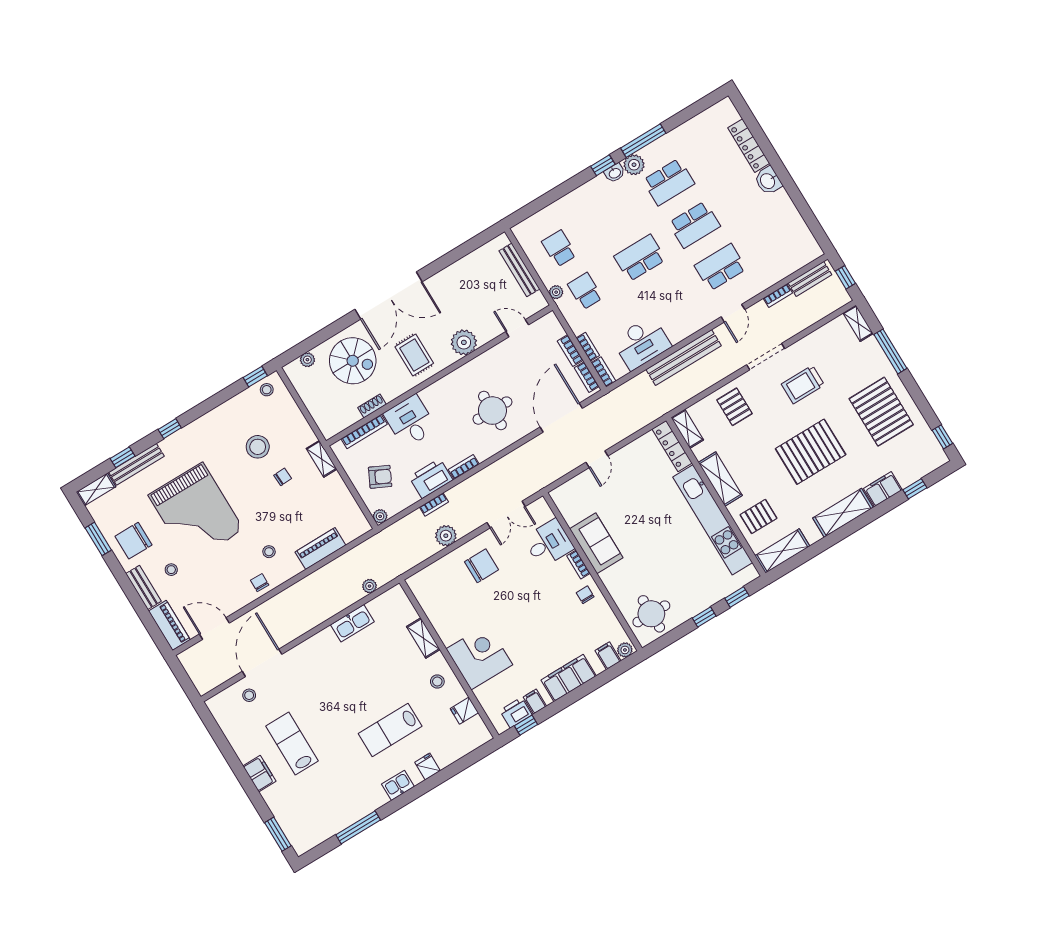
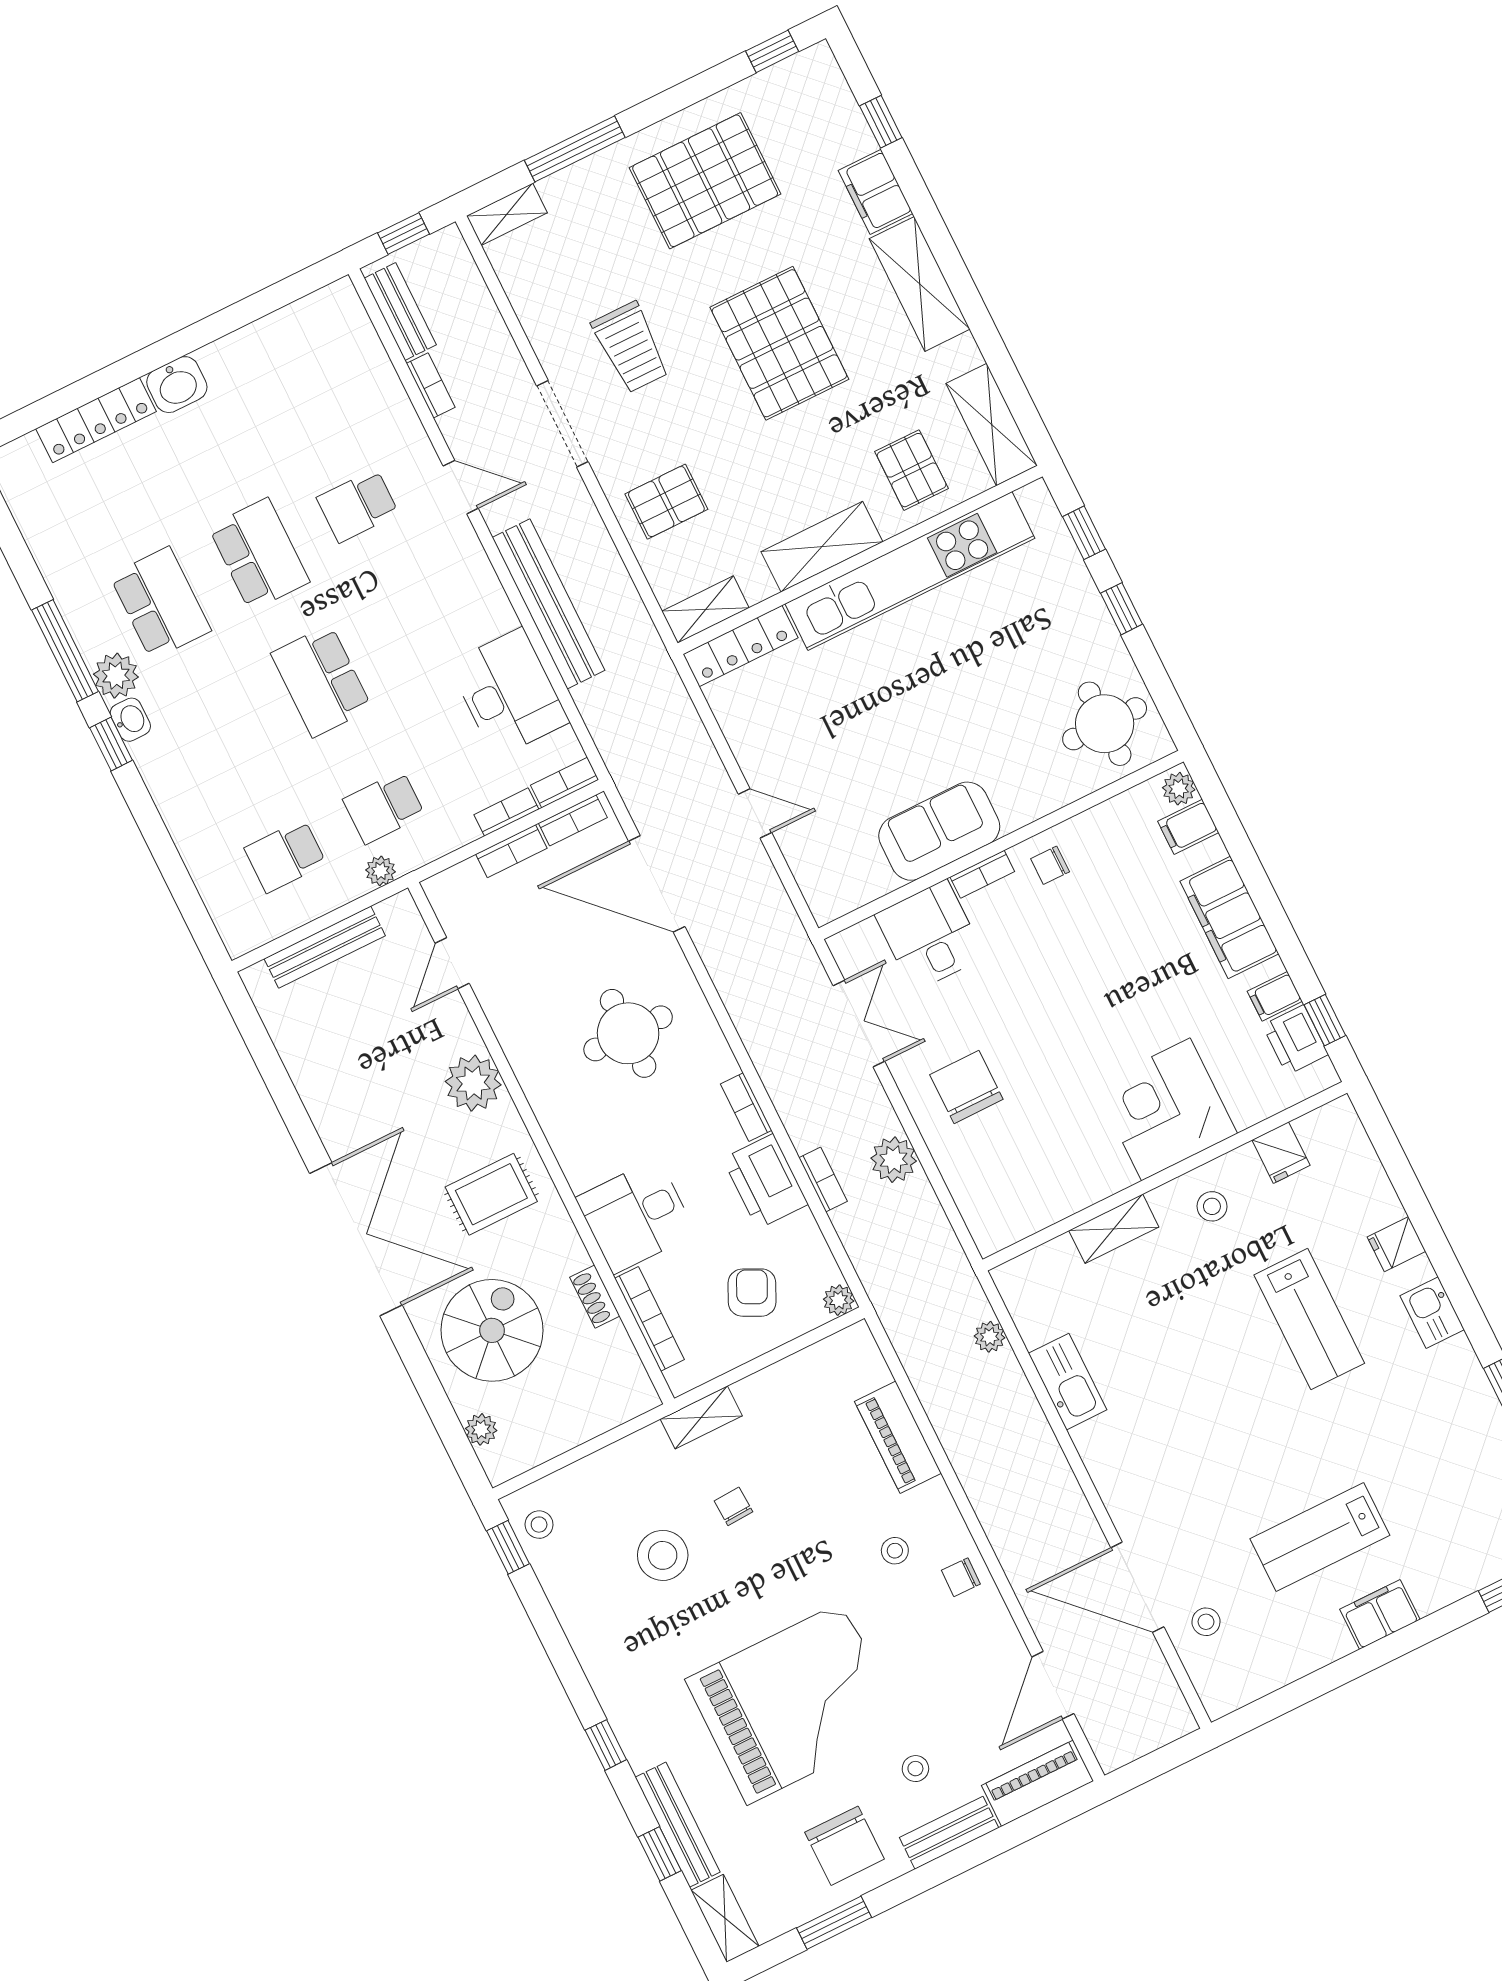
school desk: (720, 267) -> (358, 506), width x0.54

